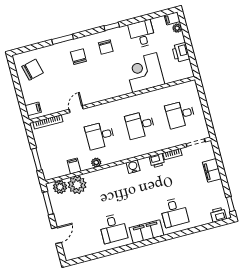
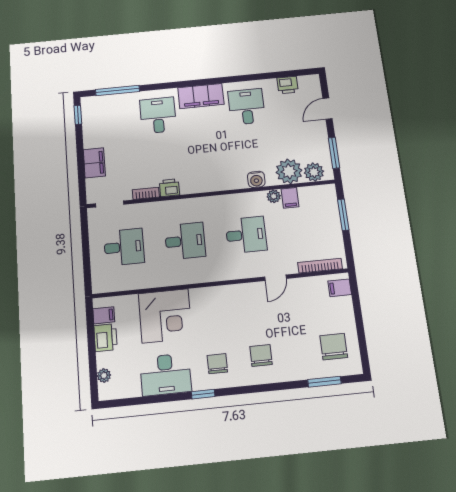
filing cabinet: (172, 18) -> (104, 315), moved
desk: (142, 34) -> (166, 374), width x1.37
window: (63, 39) -> (324, 382), moved
chair: (78, 57) -> (261, 355), turned 180
chair: (33, 70) -> (334, 347), turned 104
plant: (96, 162) -> (274, 196), moved
water cooler: (133, 167) -> (256, 179), moved
printer: (218, 215) -> (288, 85), moved
window: (206, 227) -> (117, 91), added

